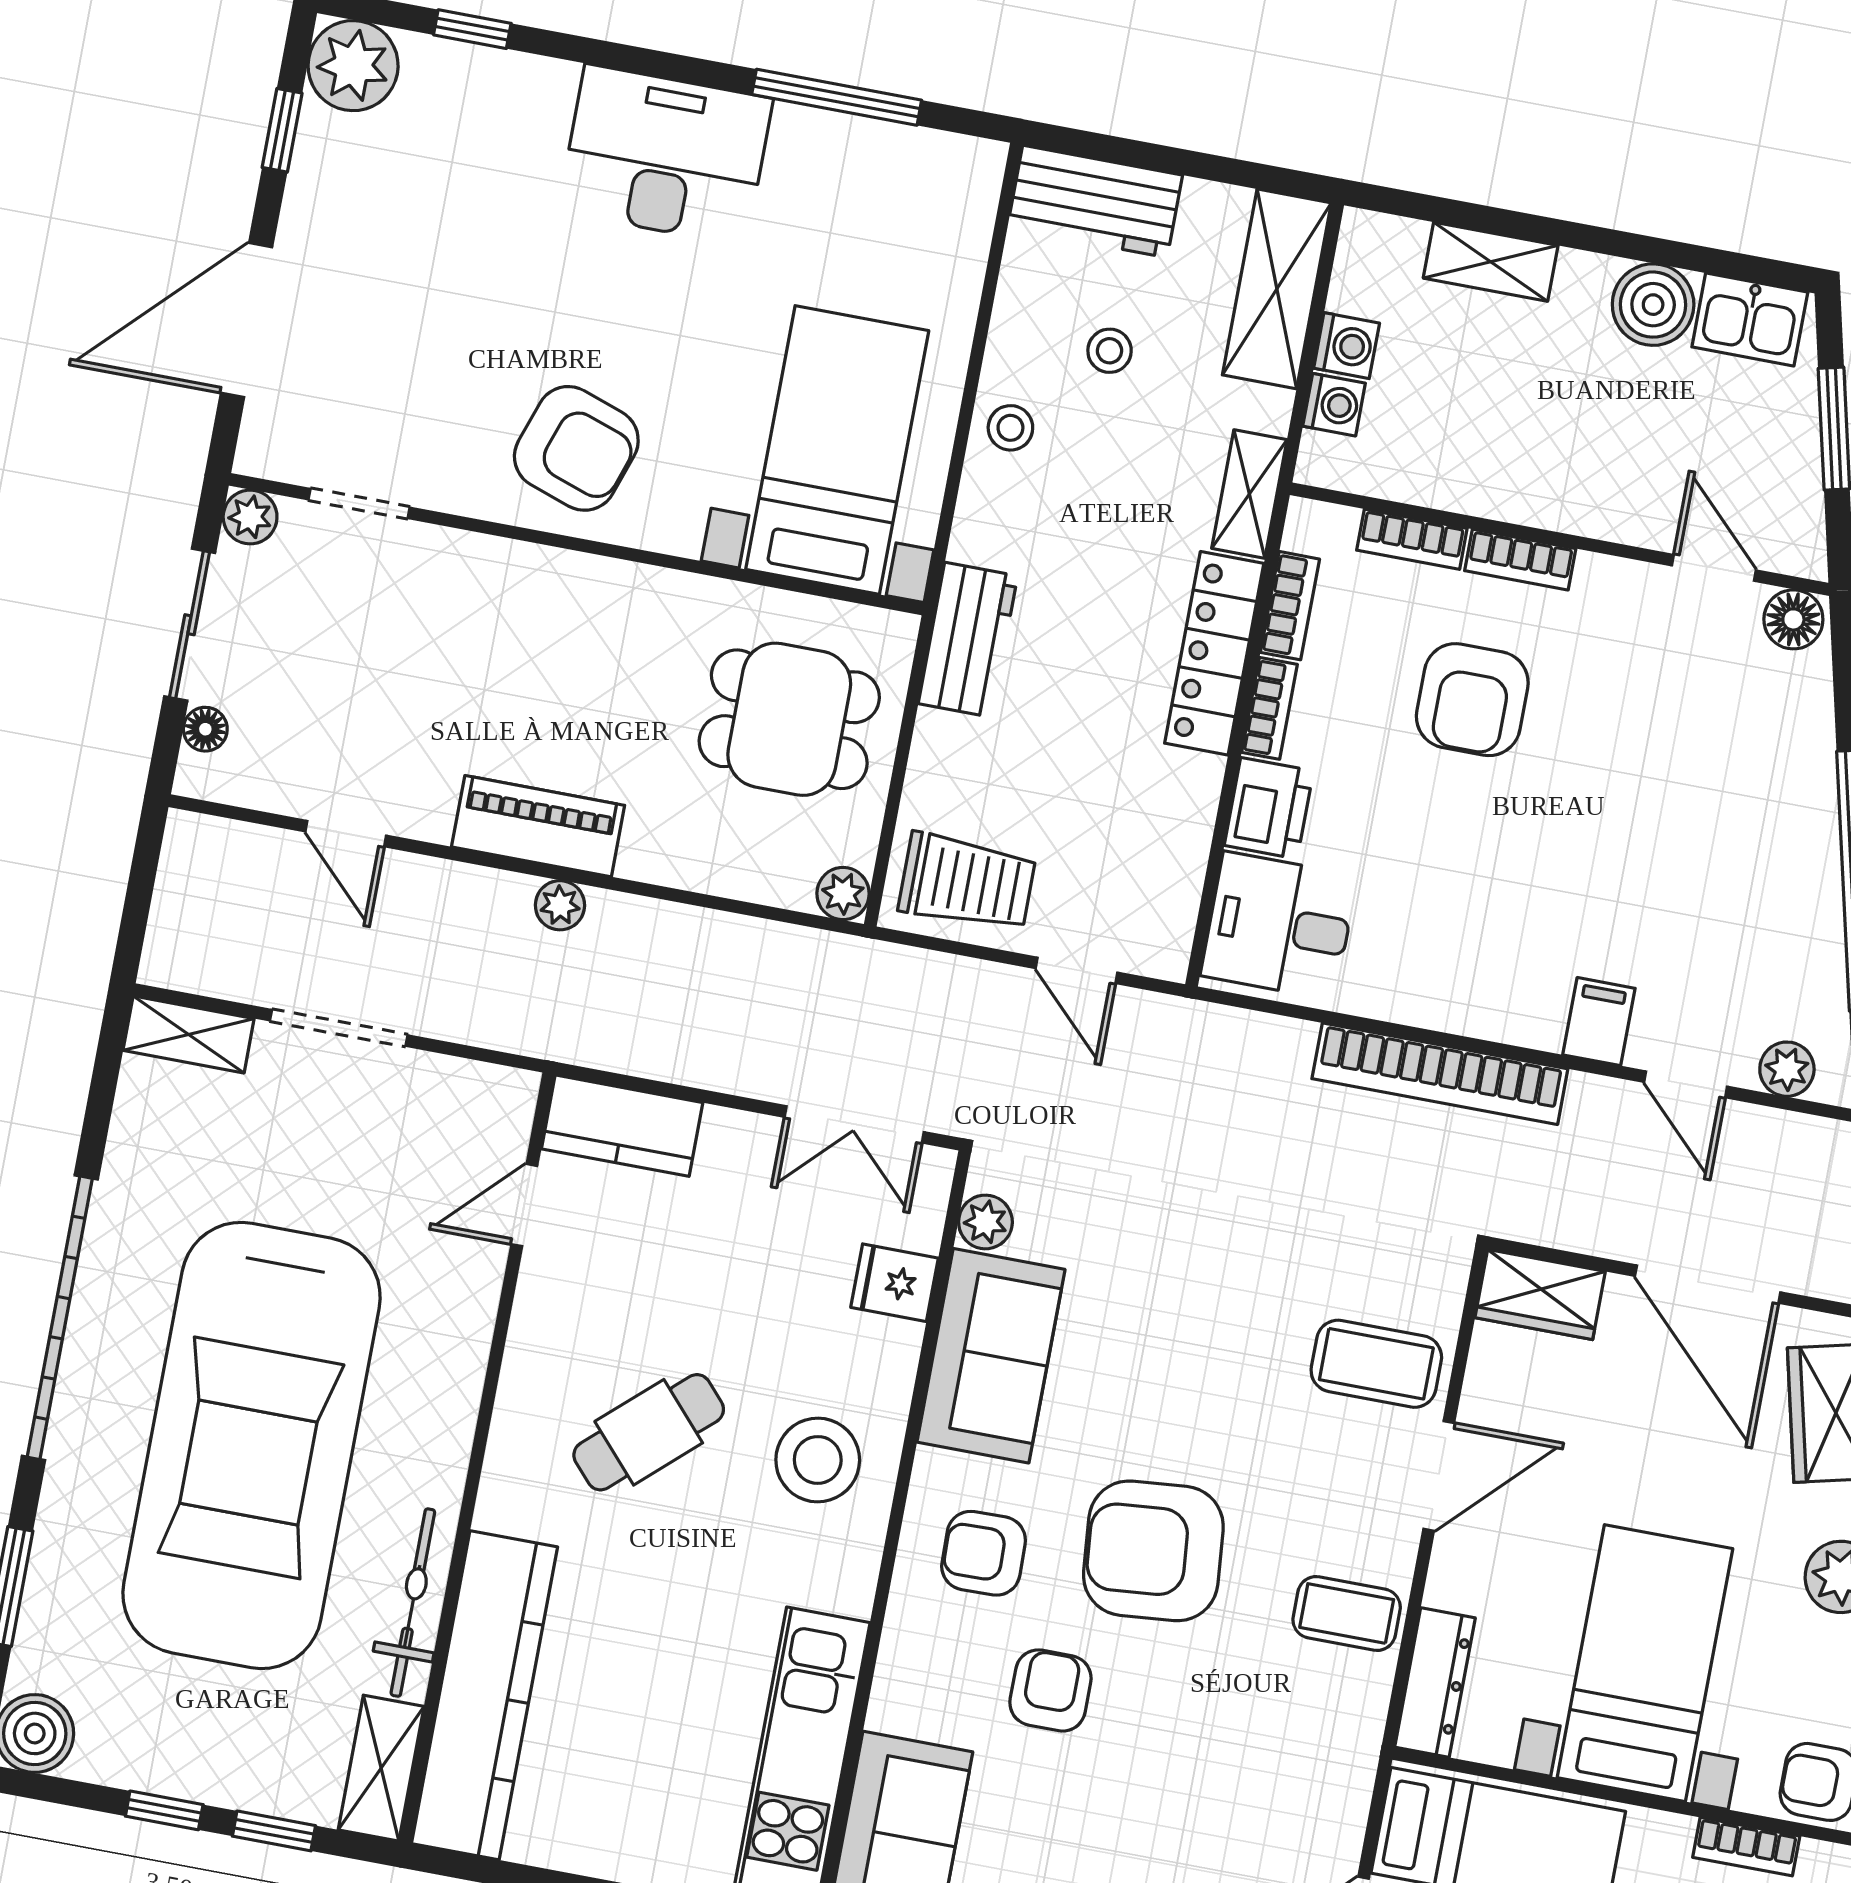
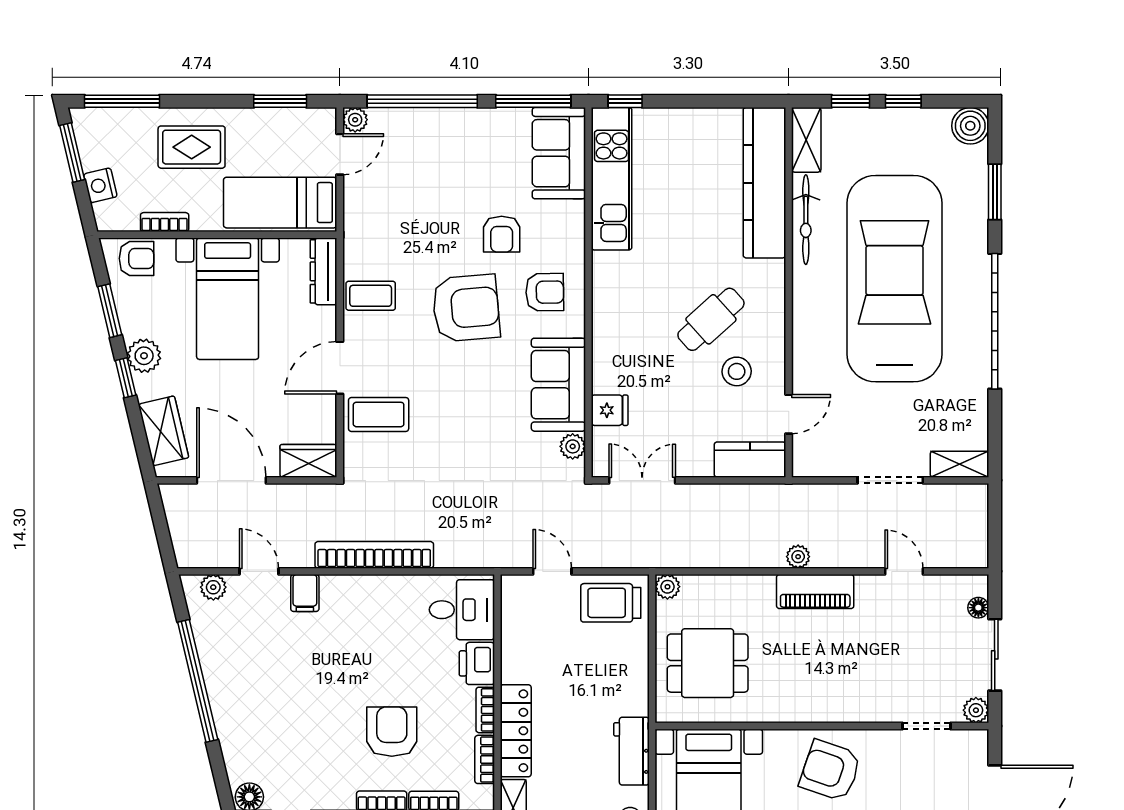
workbench: (968, 640) -> (631, 751), moved
stool: (818, 1460) -> (737, 371), moved, width x0.73, depth x0.73

